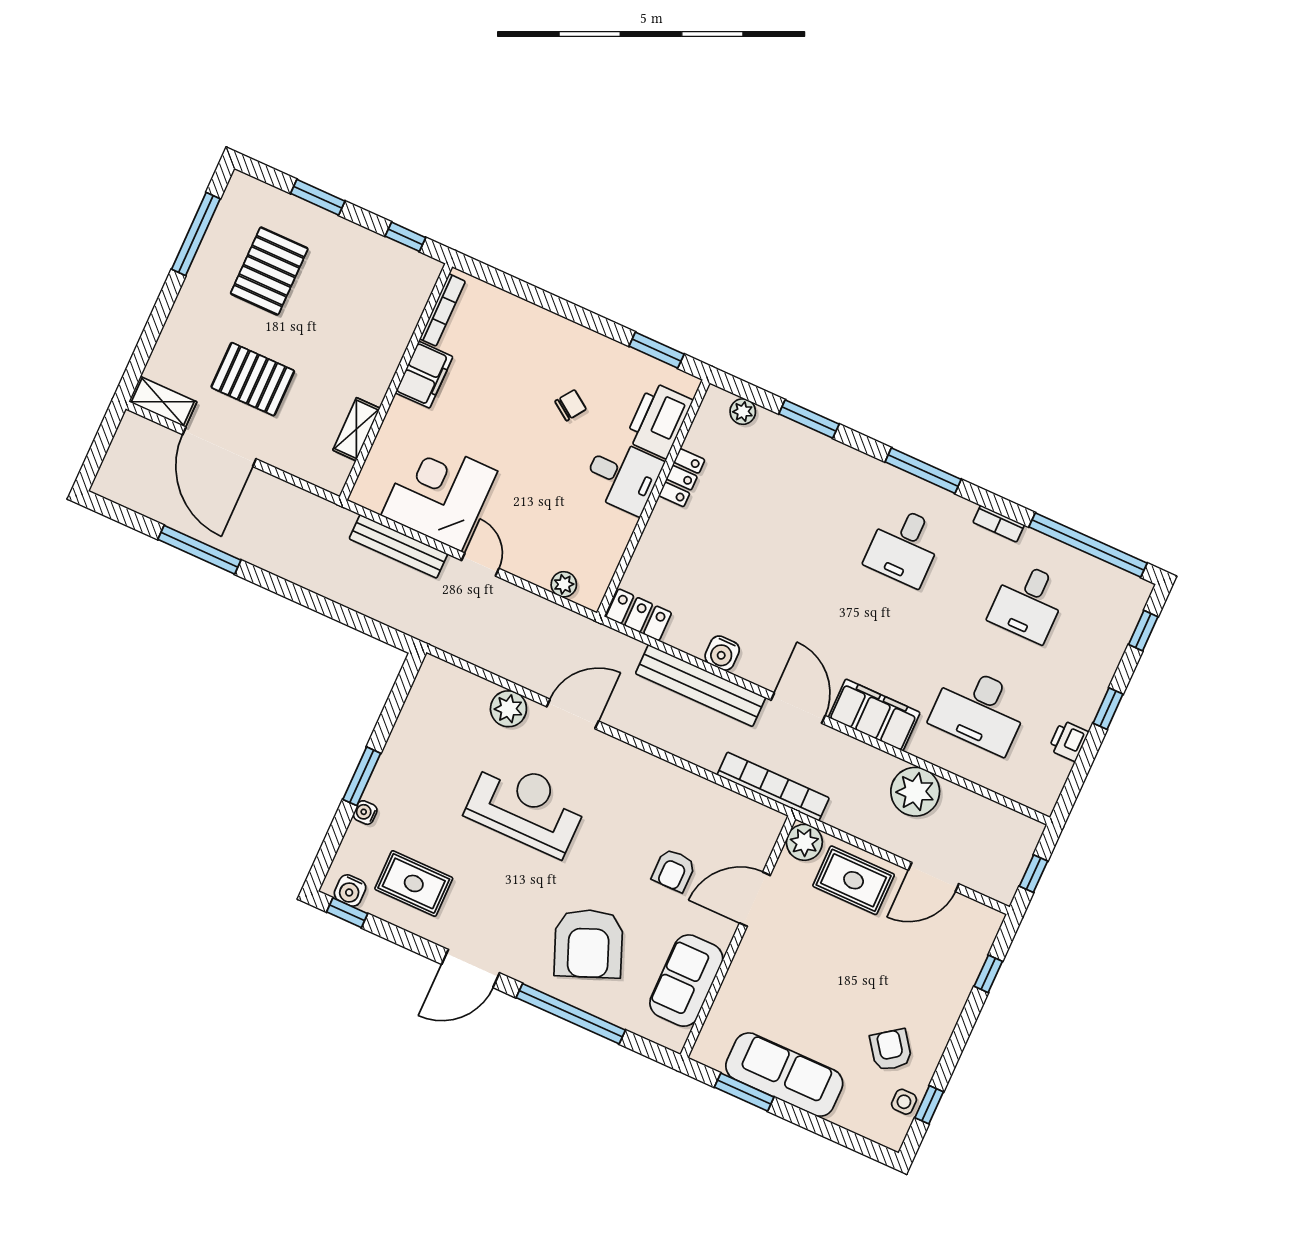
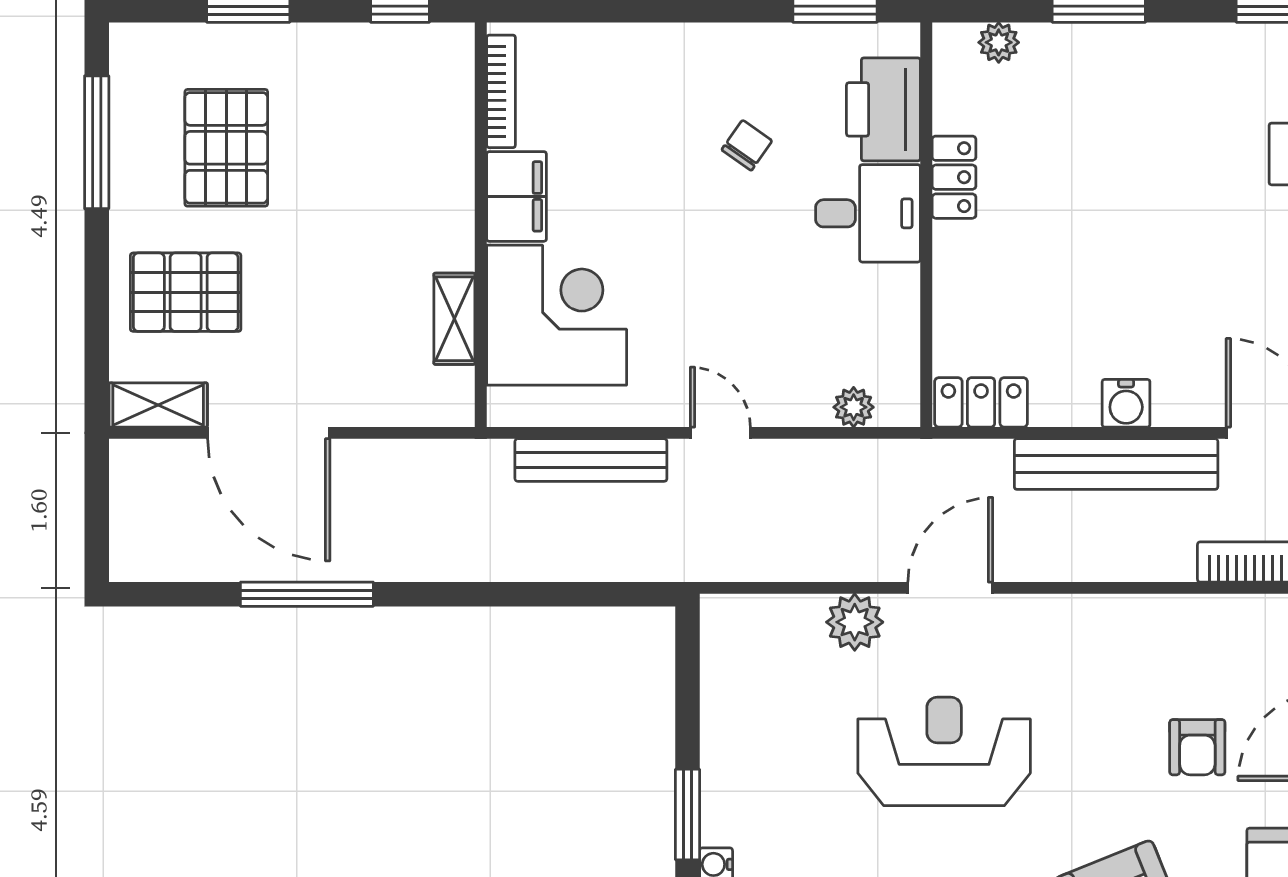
pallet: (253, 379) -> (186, 292), moved
corner desk: (439, 493) -> (557, 315), moved, turned 90

